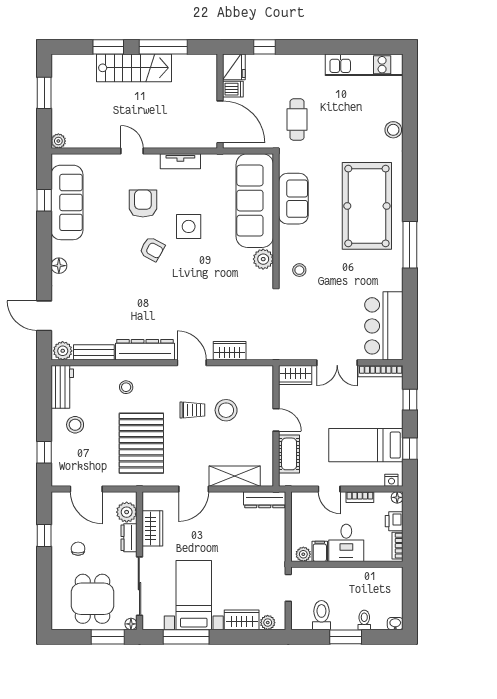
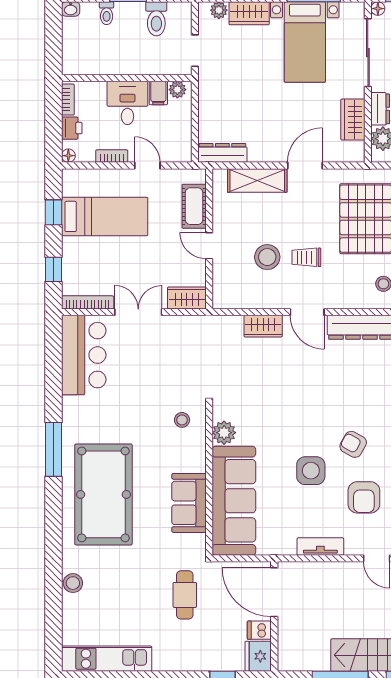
nightstand: (391, 480) -> (75, 176), removed

